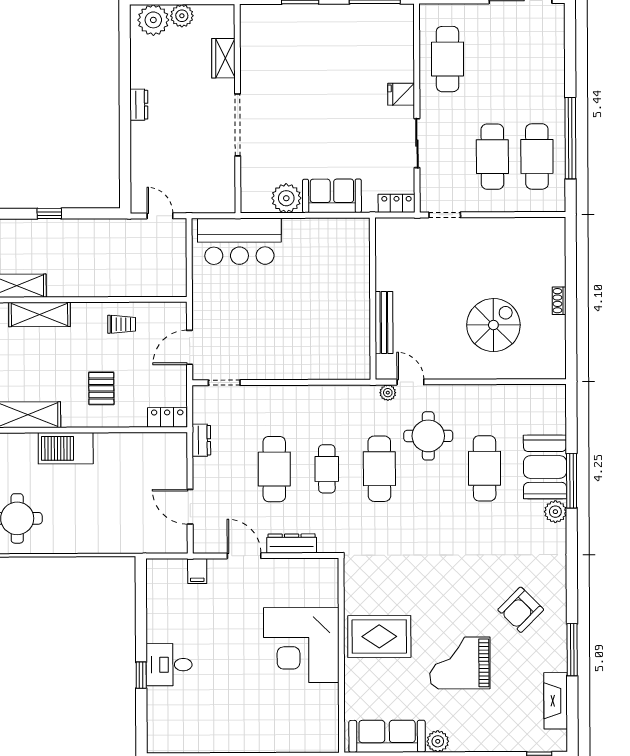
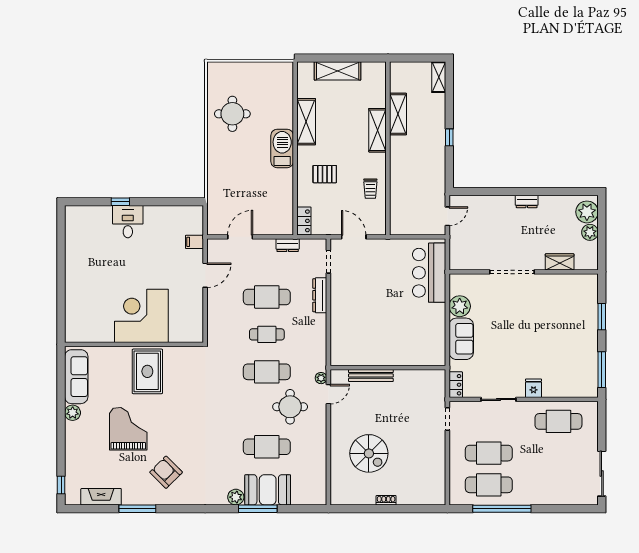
dresser: (292, 543) -> (320, 295), moved, turned 180

